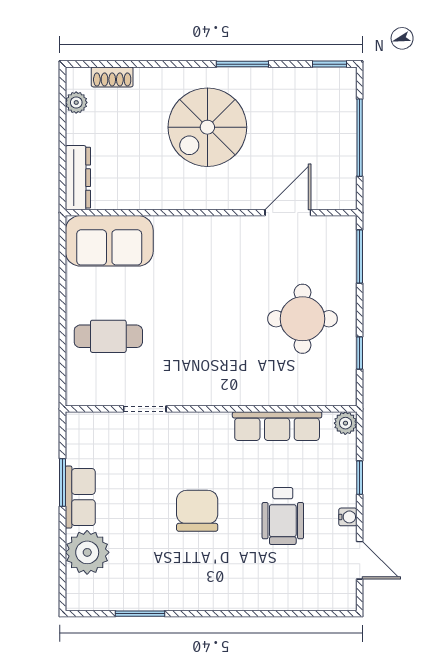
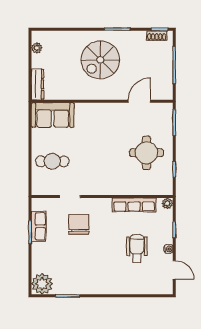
shoe rack: (112, 77) -> (157, 35), moved
row of seats: (80, 497) -> (39, 226), moved
chair: (197, 511) -> (79, 224), moved
wheelchair: (283, 516) -> (137, 248), turned 180
plant: (87, 552) -> (42, 284), moved

